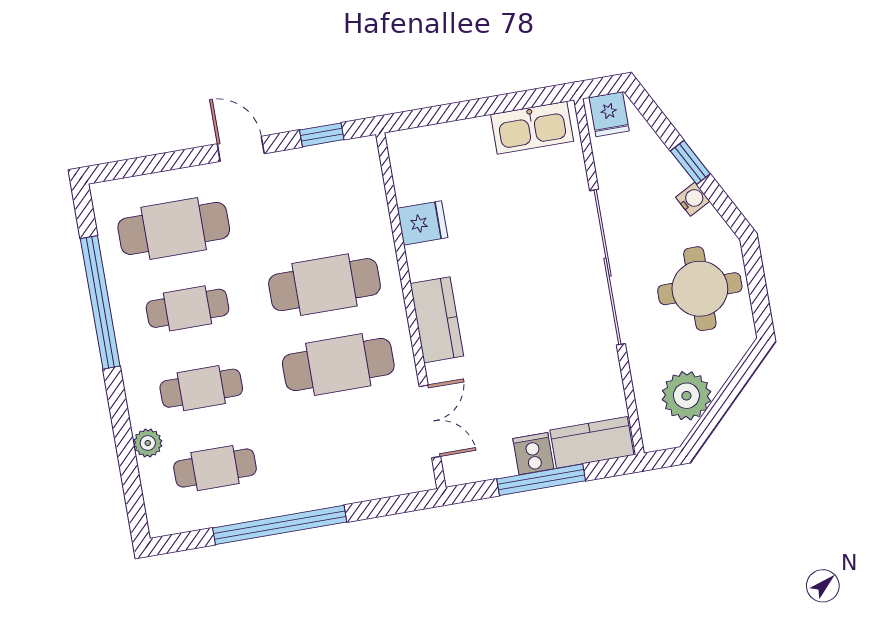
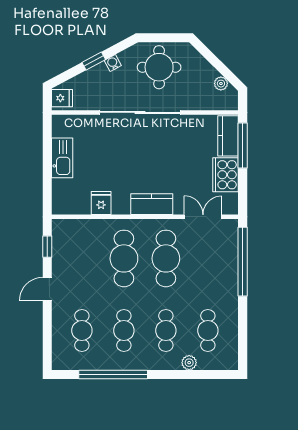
kitchen sink: (532, 128) -> (62, 158), moved
cafe table: (174, 228) -> (82, 330), width x0.73, depth x0.74
plant: (686, 396) -> (221, 84), width x0.53, depth x0.53
cooker: (533, 454) -> (226, 175), width x1.87, depth x1.31
window: (541, 480) -> (243, 146), moved
window: (280, 525) -> (243, 262), moved

